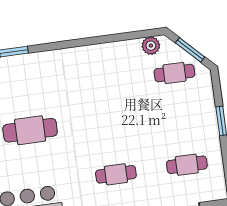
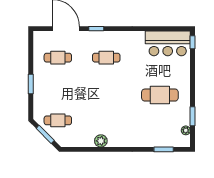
plant: (151, 46) -> (101, 141), moved

